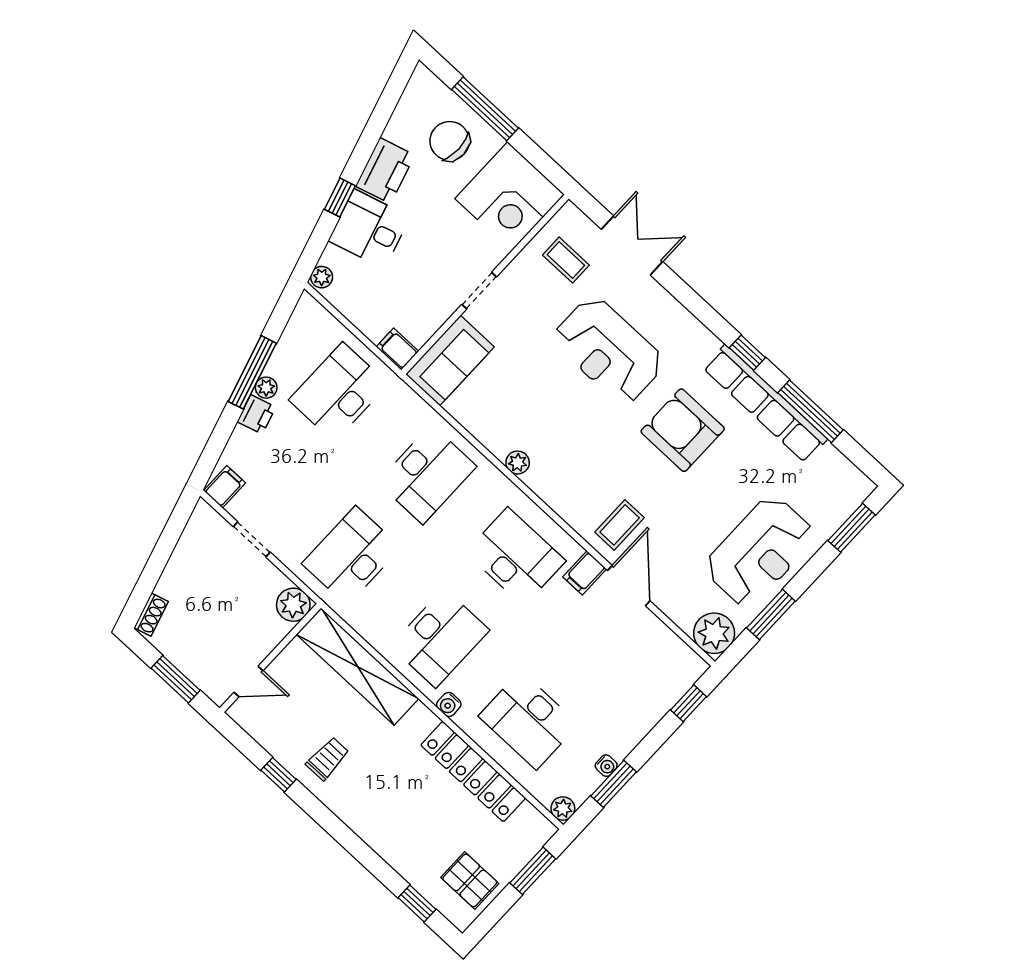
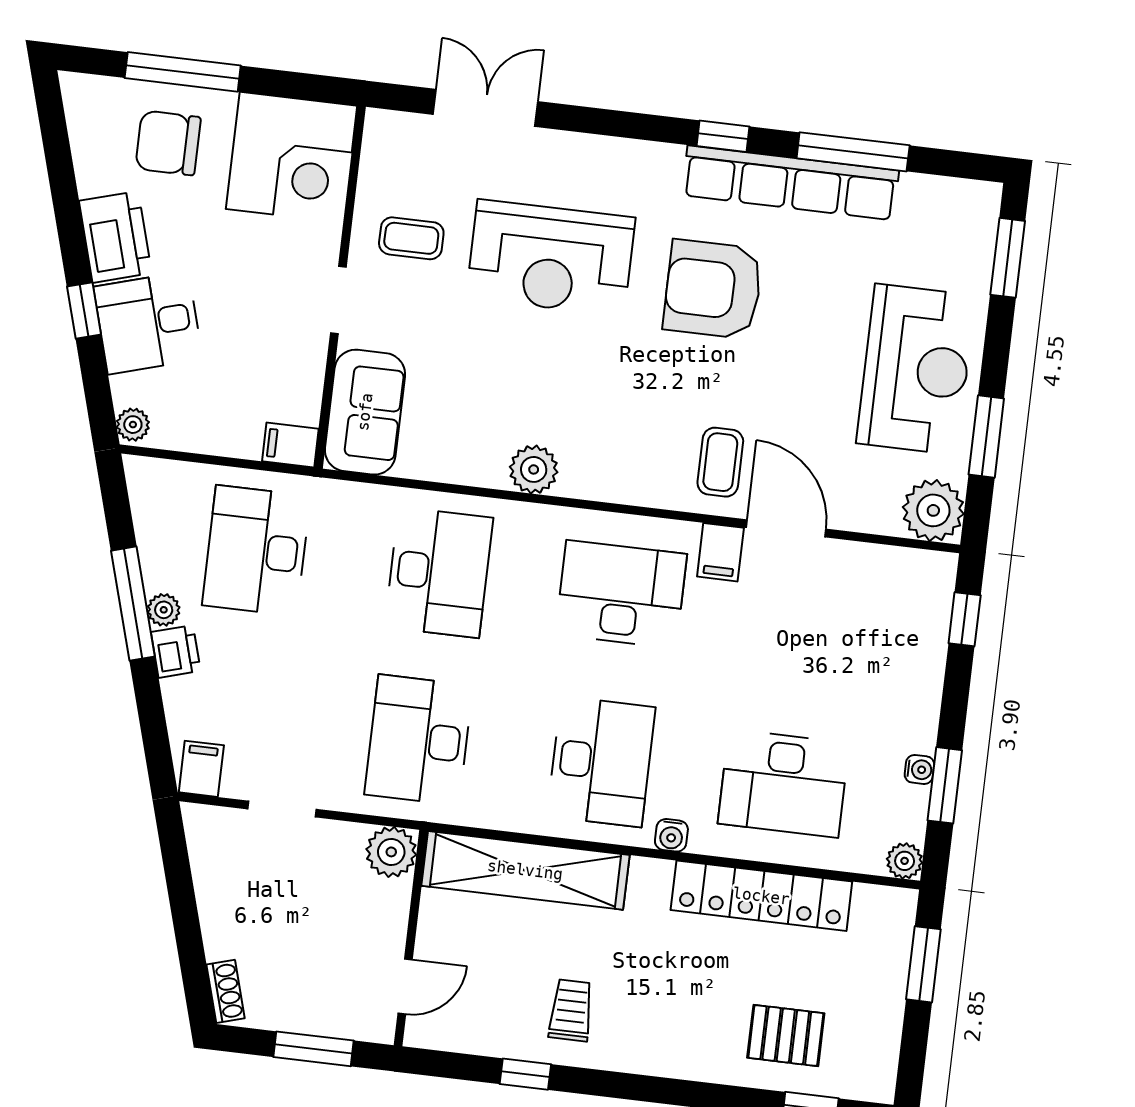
coffee table: (566, 260) -> (411, 238), moved
plant: (518, 463) -> (534, 469), width x1.38, depth x1.38
pallet: (470, 880) -> (786, 1036), moved

